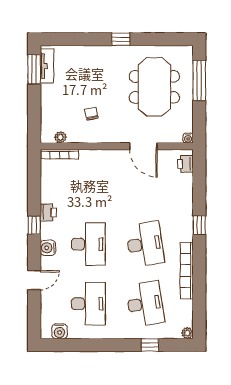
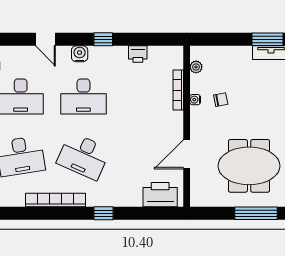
water cooler: (188, 138) -> (195, 100), moved
bookcase: (59, 154) -> (178, 90), moved
printer: (185, 164) -> (160, 195), width x1.87, depth x1.48
printer: (48, 212) -> (138, 54), moved
desk: (145, 244) -> (83, 156), turned 33

